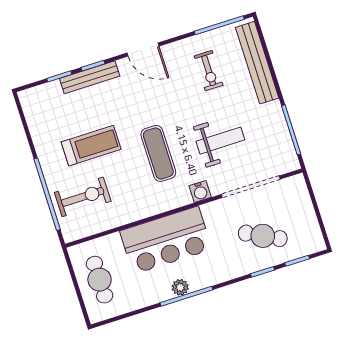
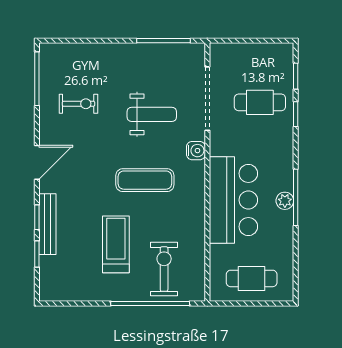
bench: (257, 63) -> (86, 53), removed
weight bench: (220, 141) -> (152, 114), turned 90
cafe table: (263, 236) -> (260, 102), turned 63

